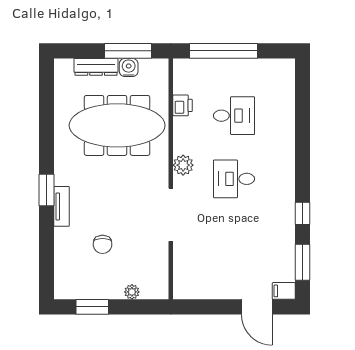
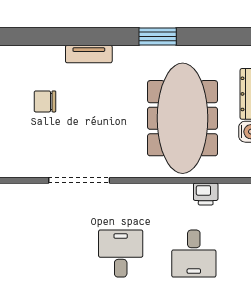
plant: (183, 165) -> (137, 195), removed
window: (46, 190) -> (158, 37), moved

